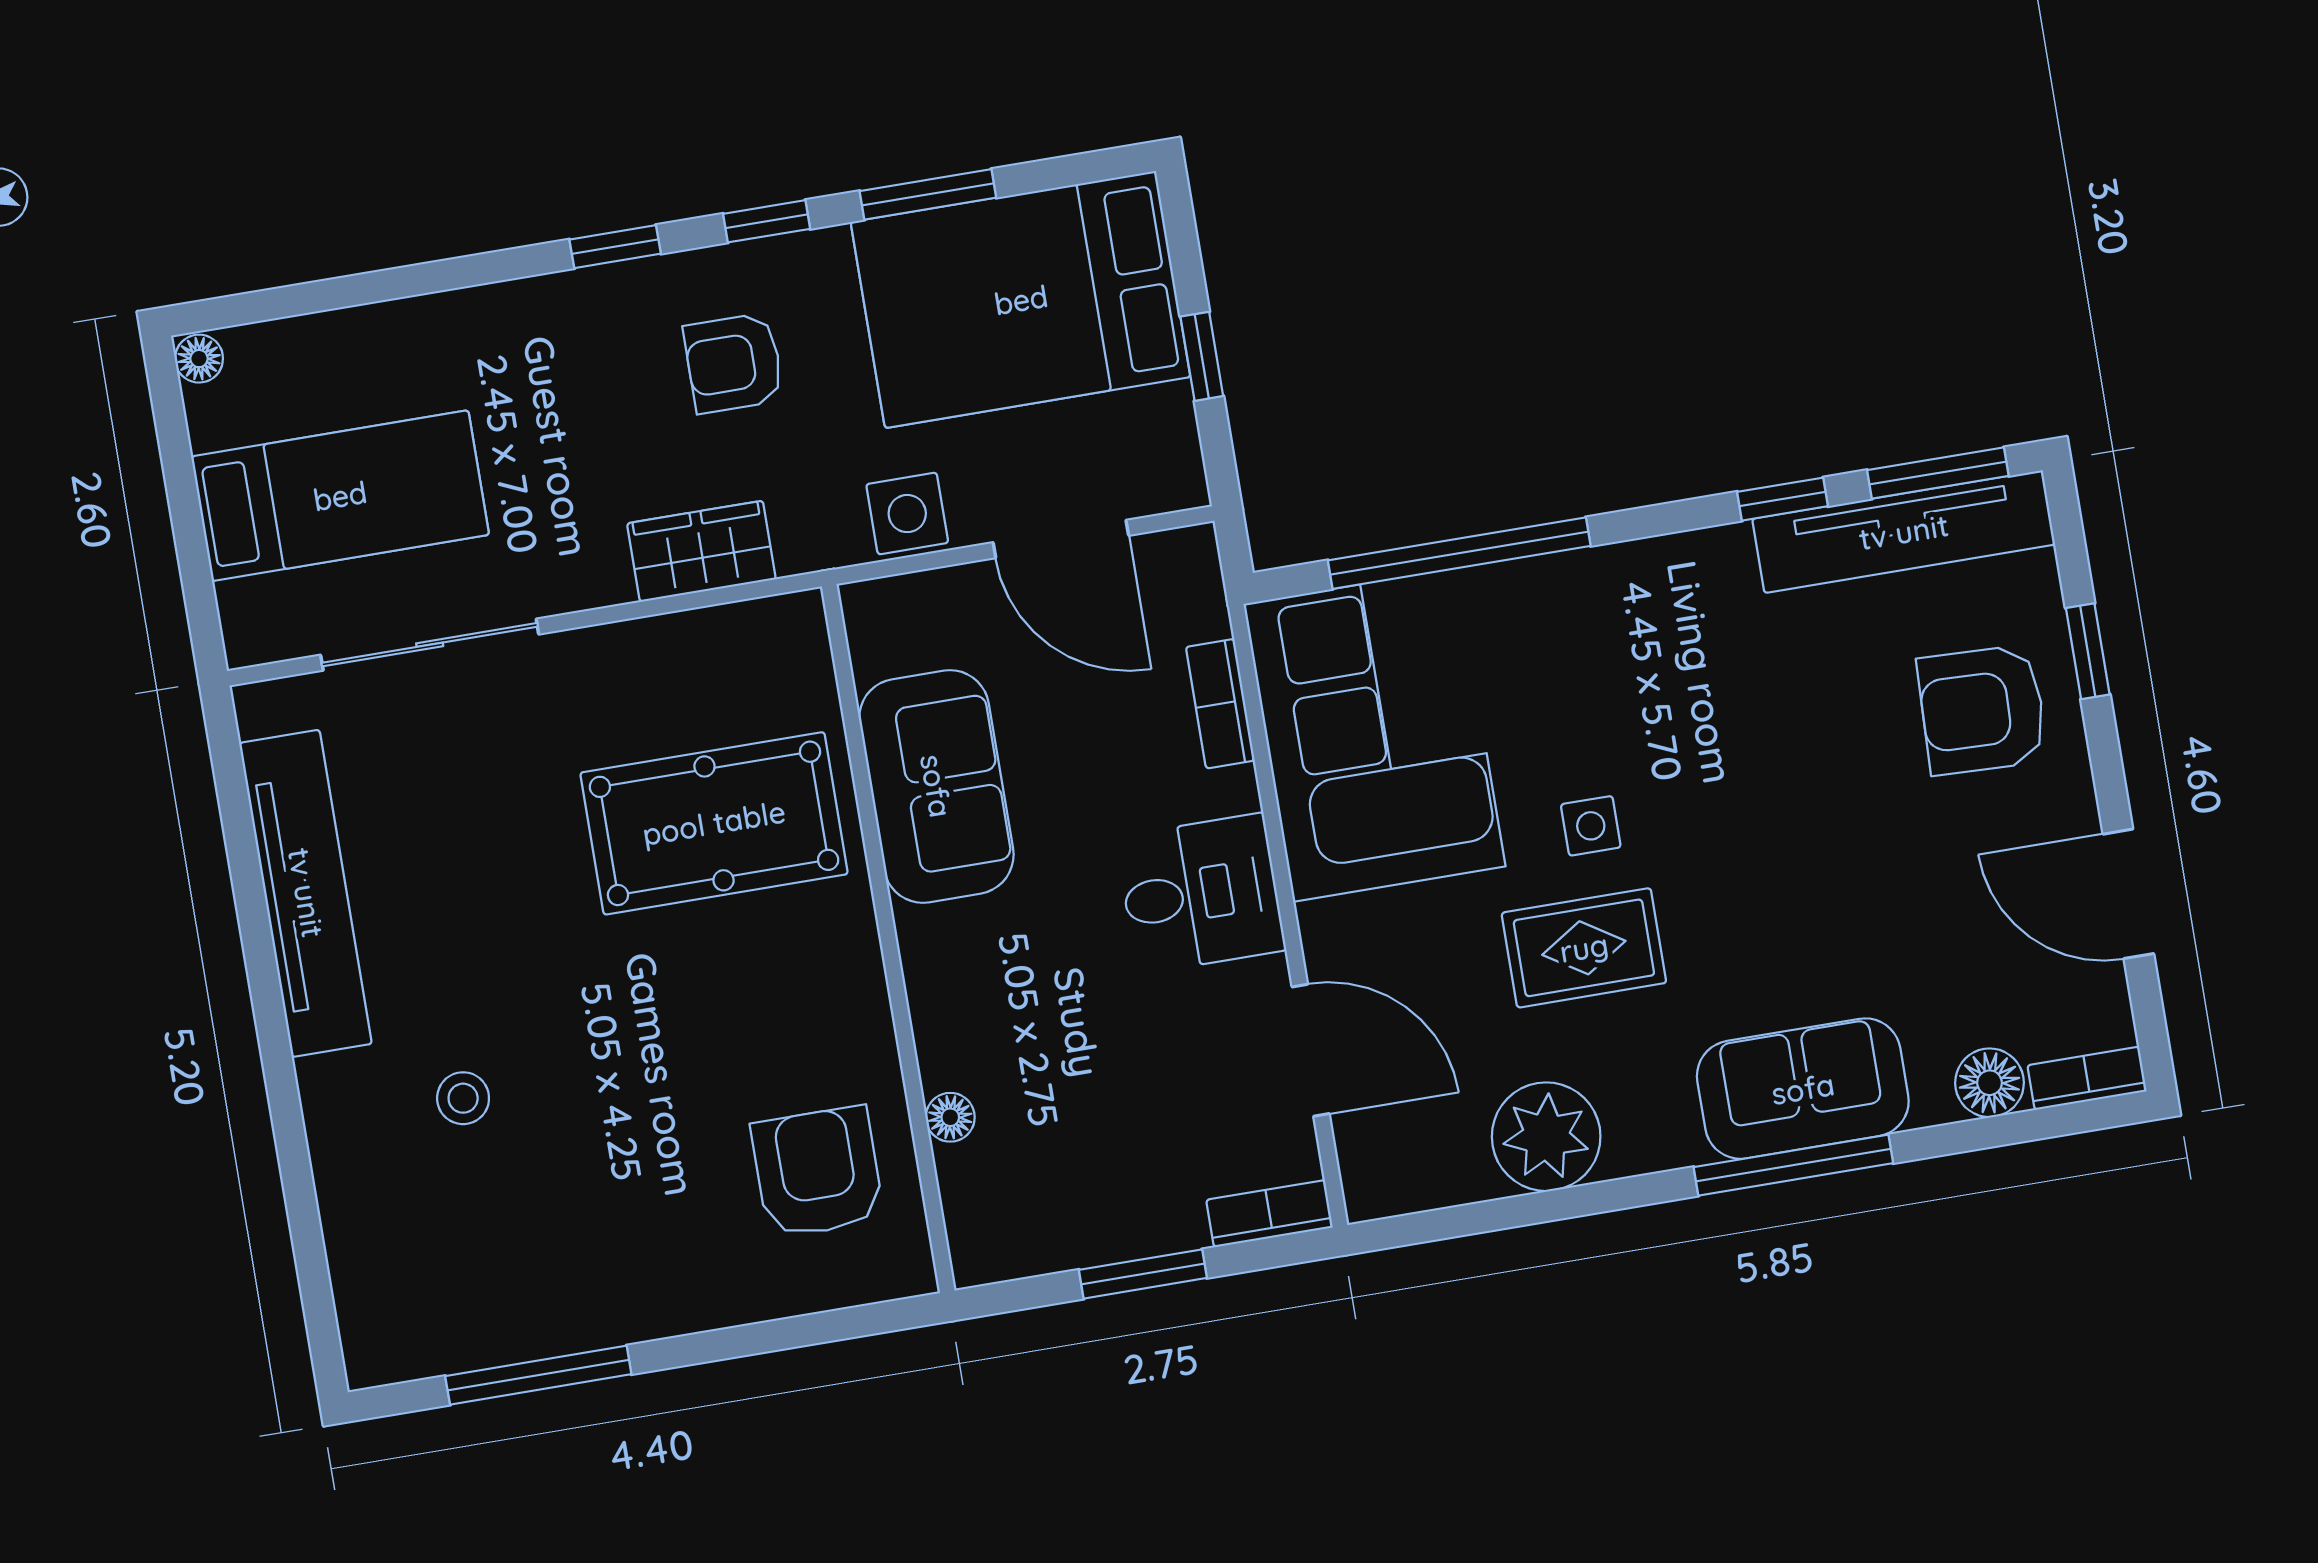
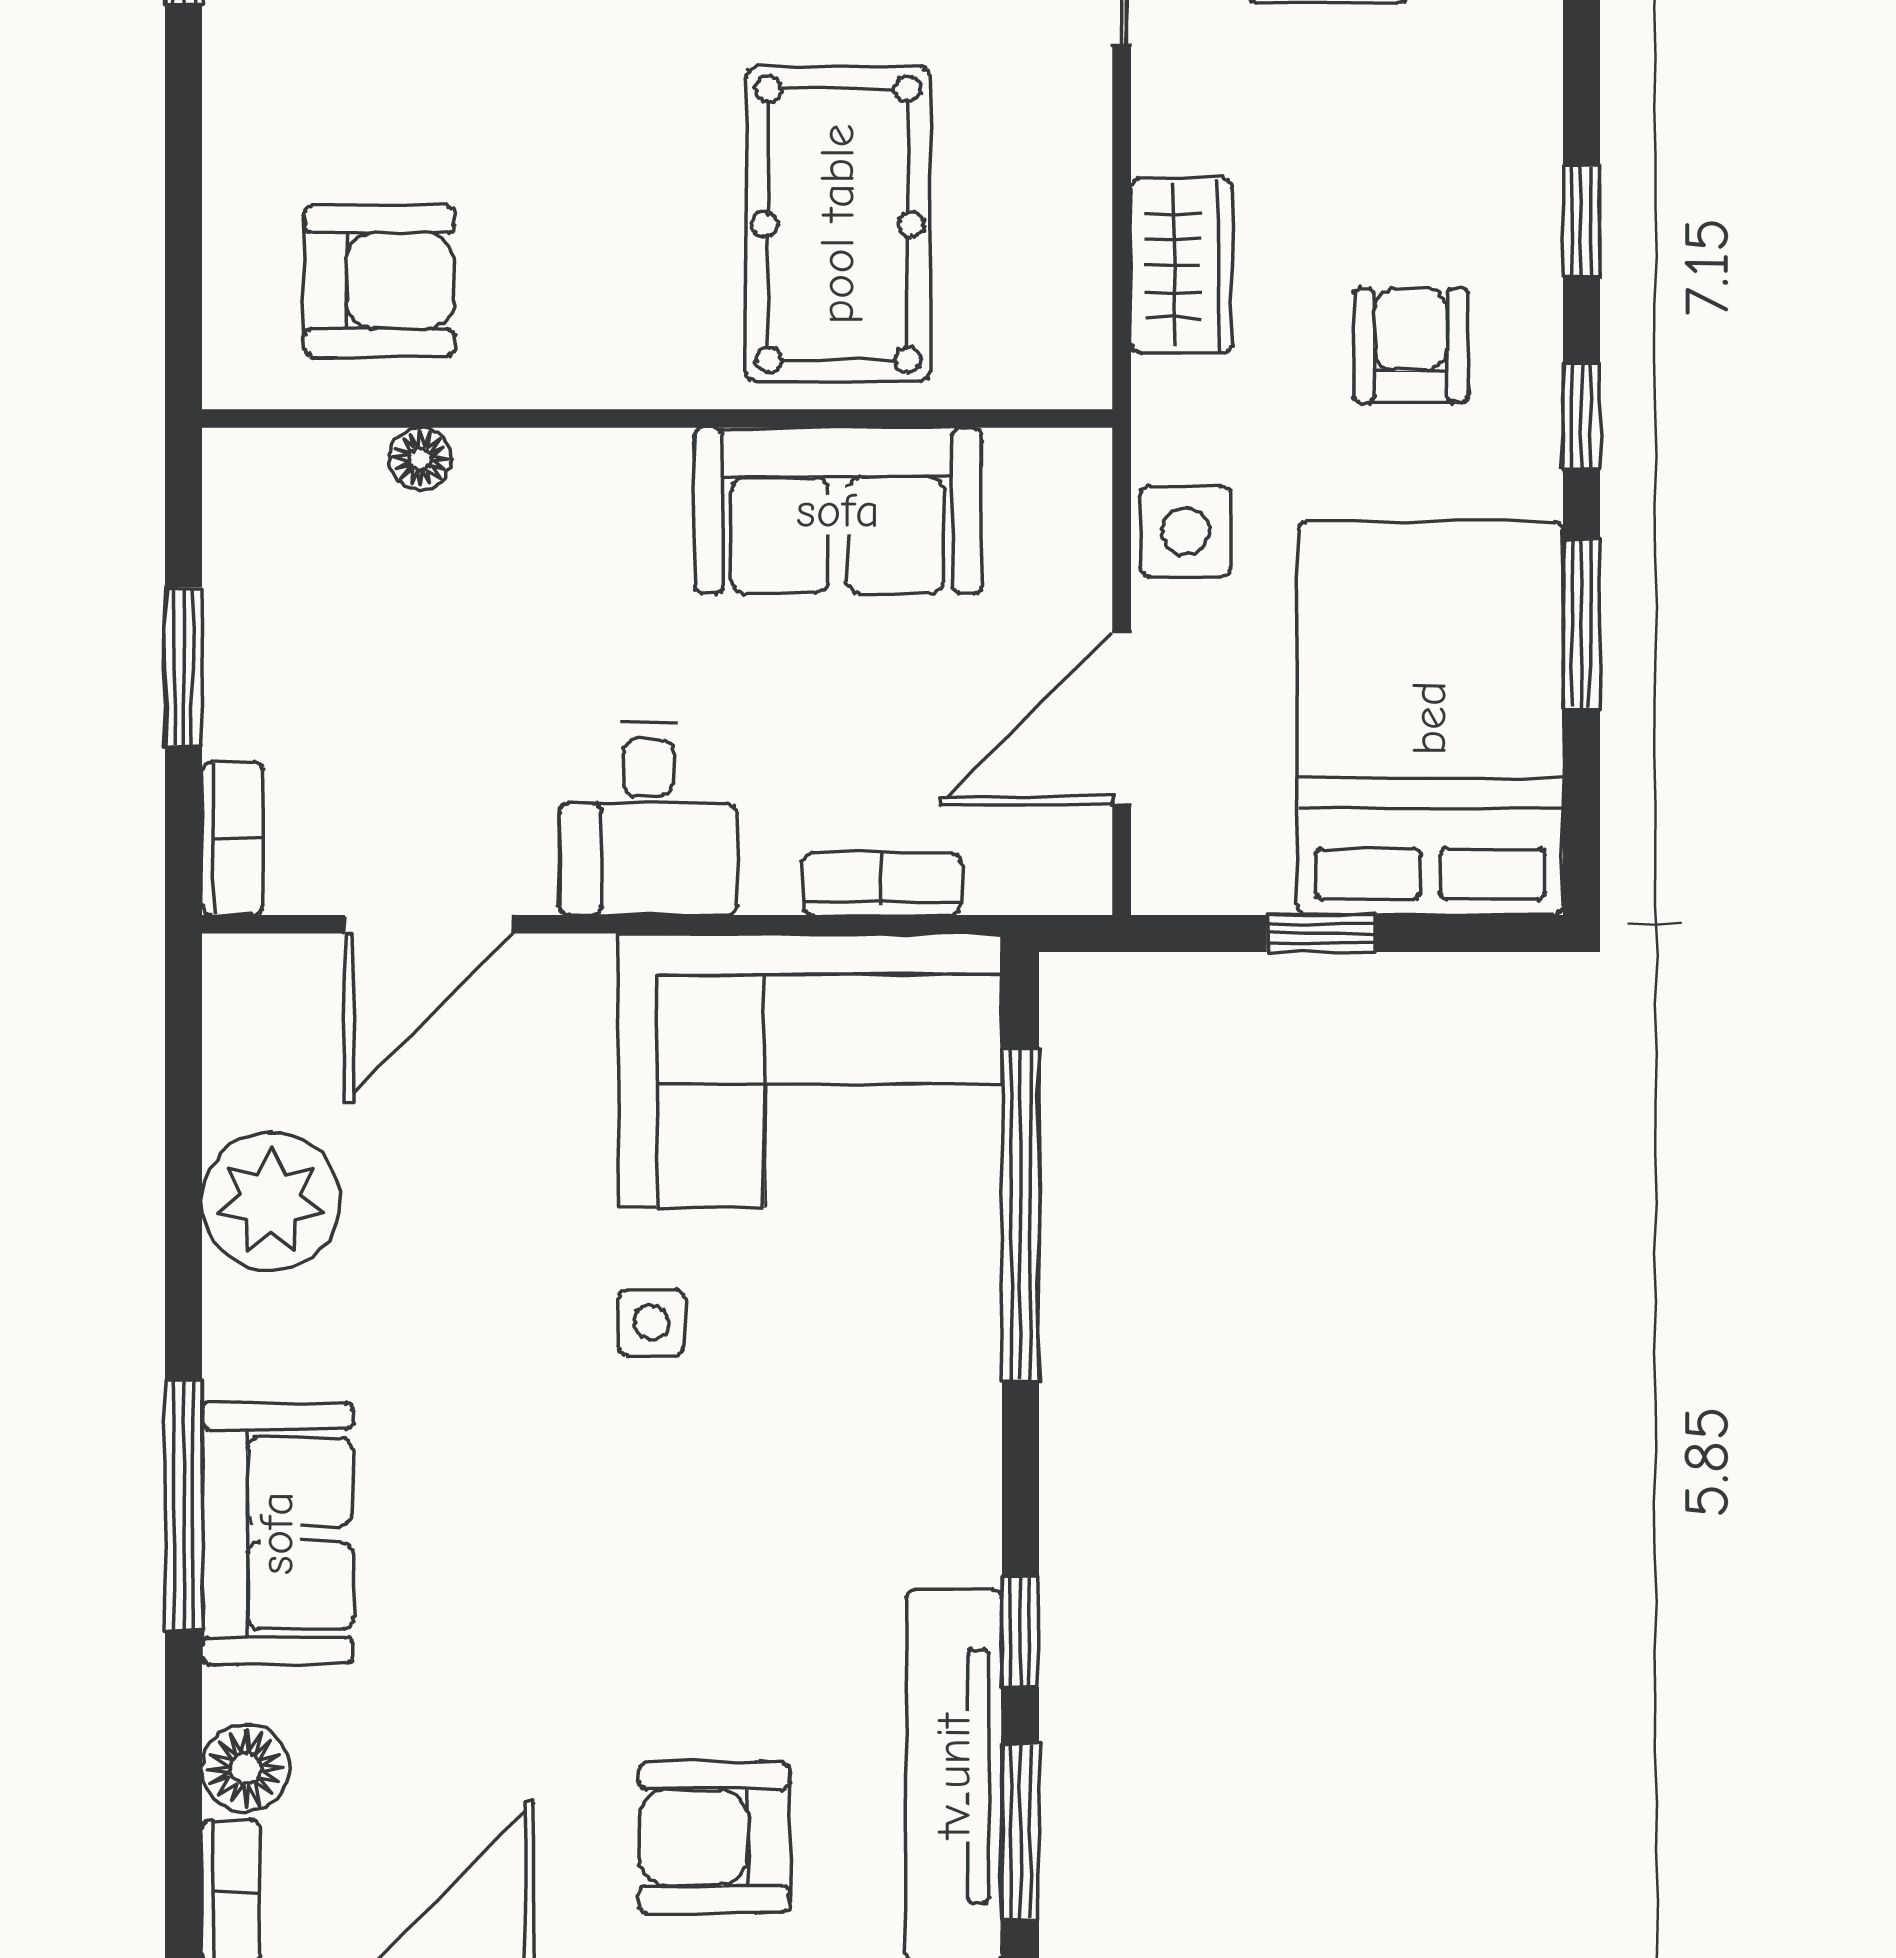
armchair: (1982, 710) -> (714, 1837), turned -92
rug: (1584, 948) -> (500, 1288), removed

